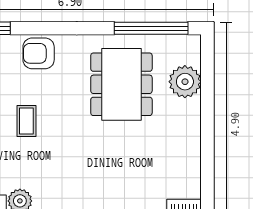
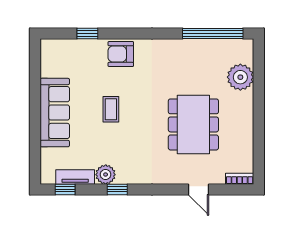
dining table: (121, 84) -> (193, 124), moved

